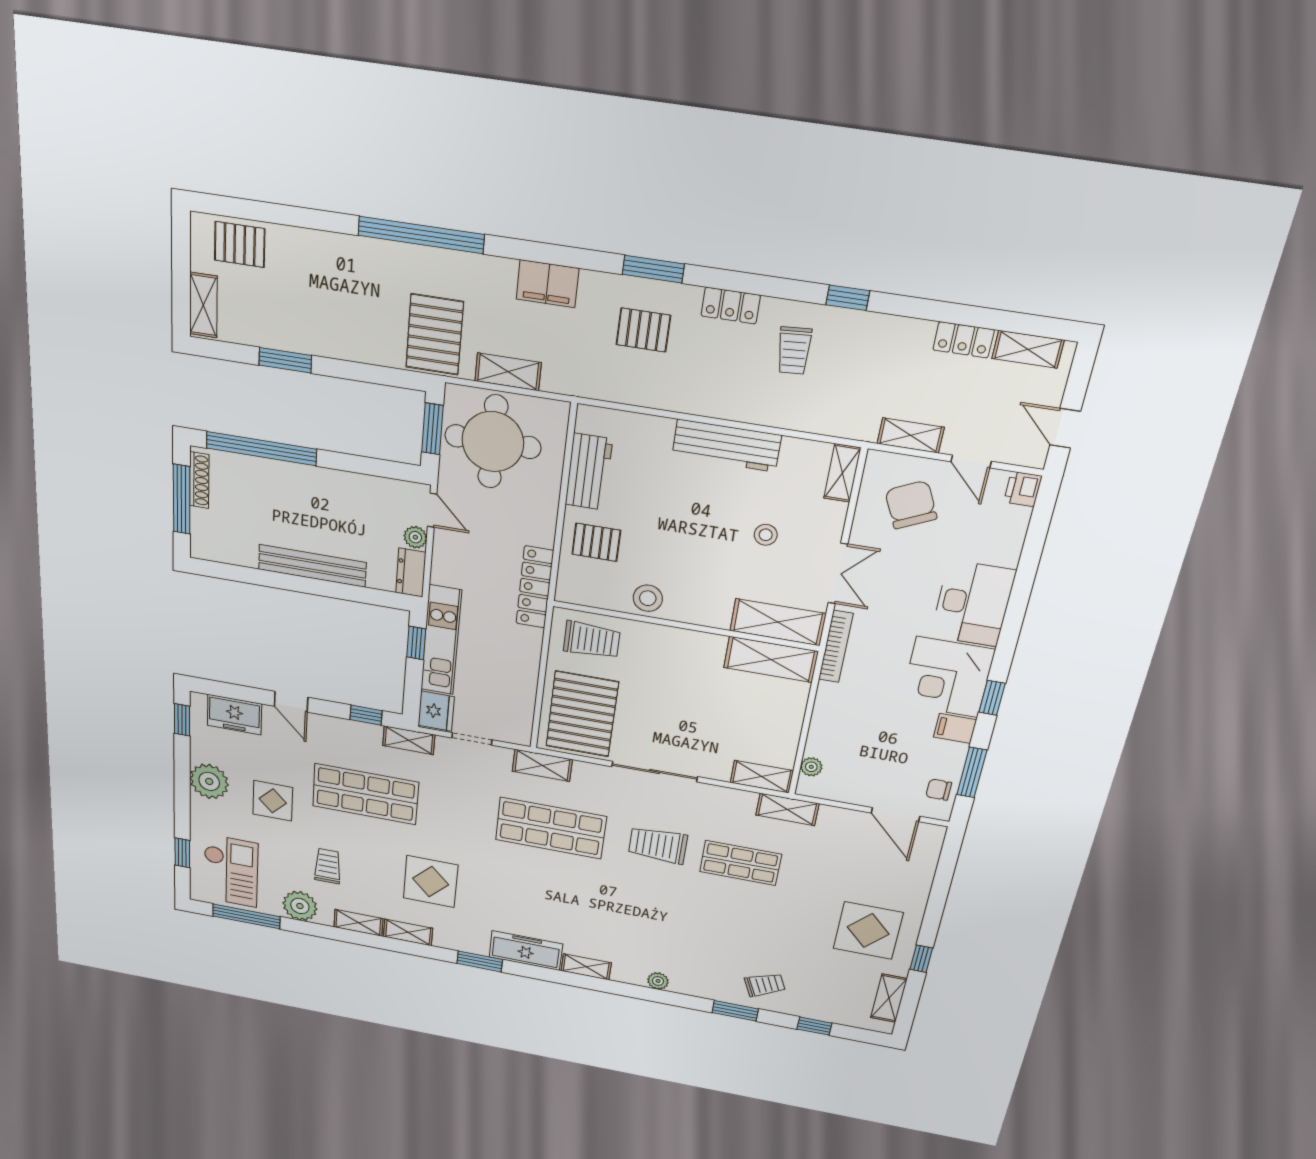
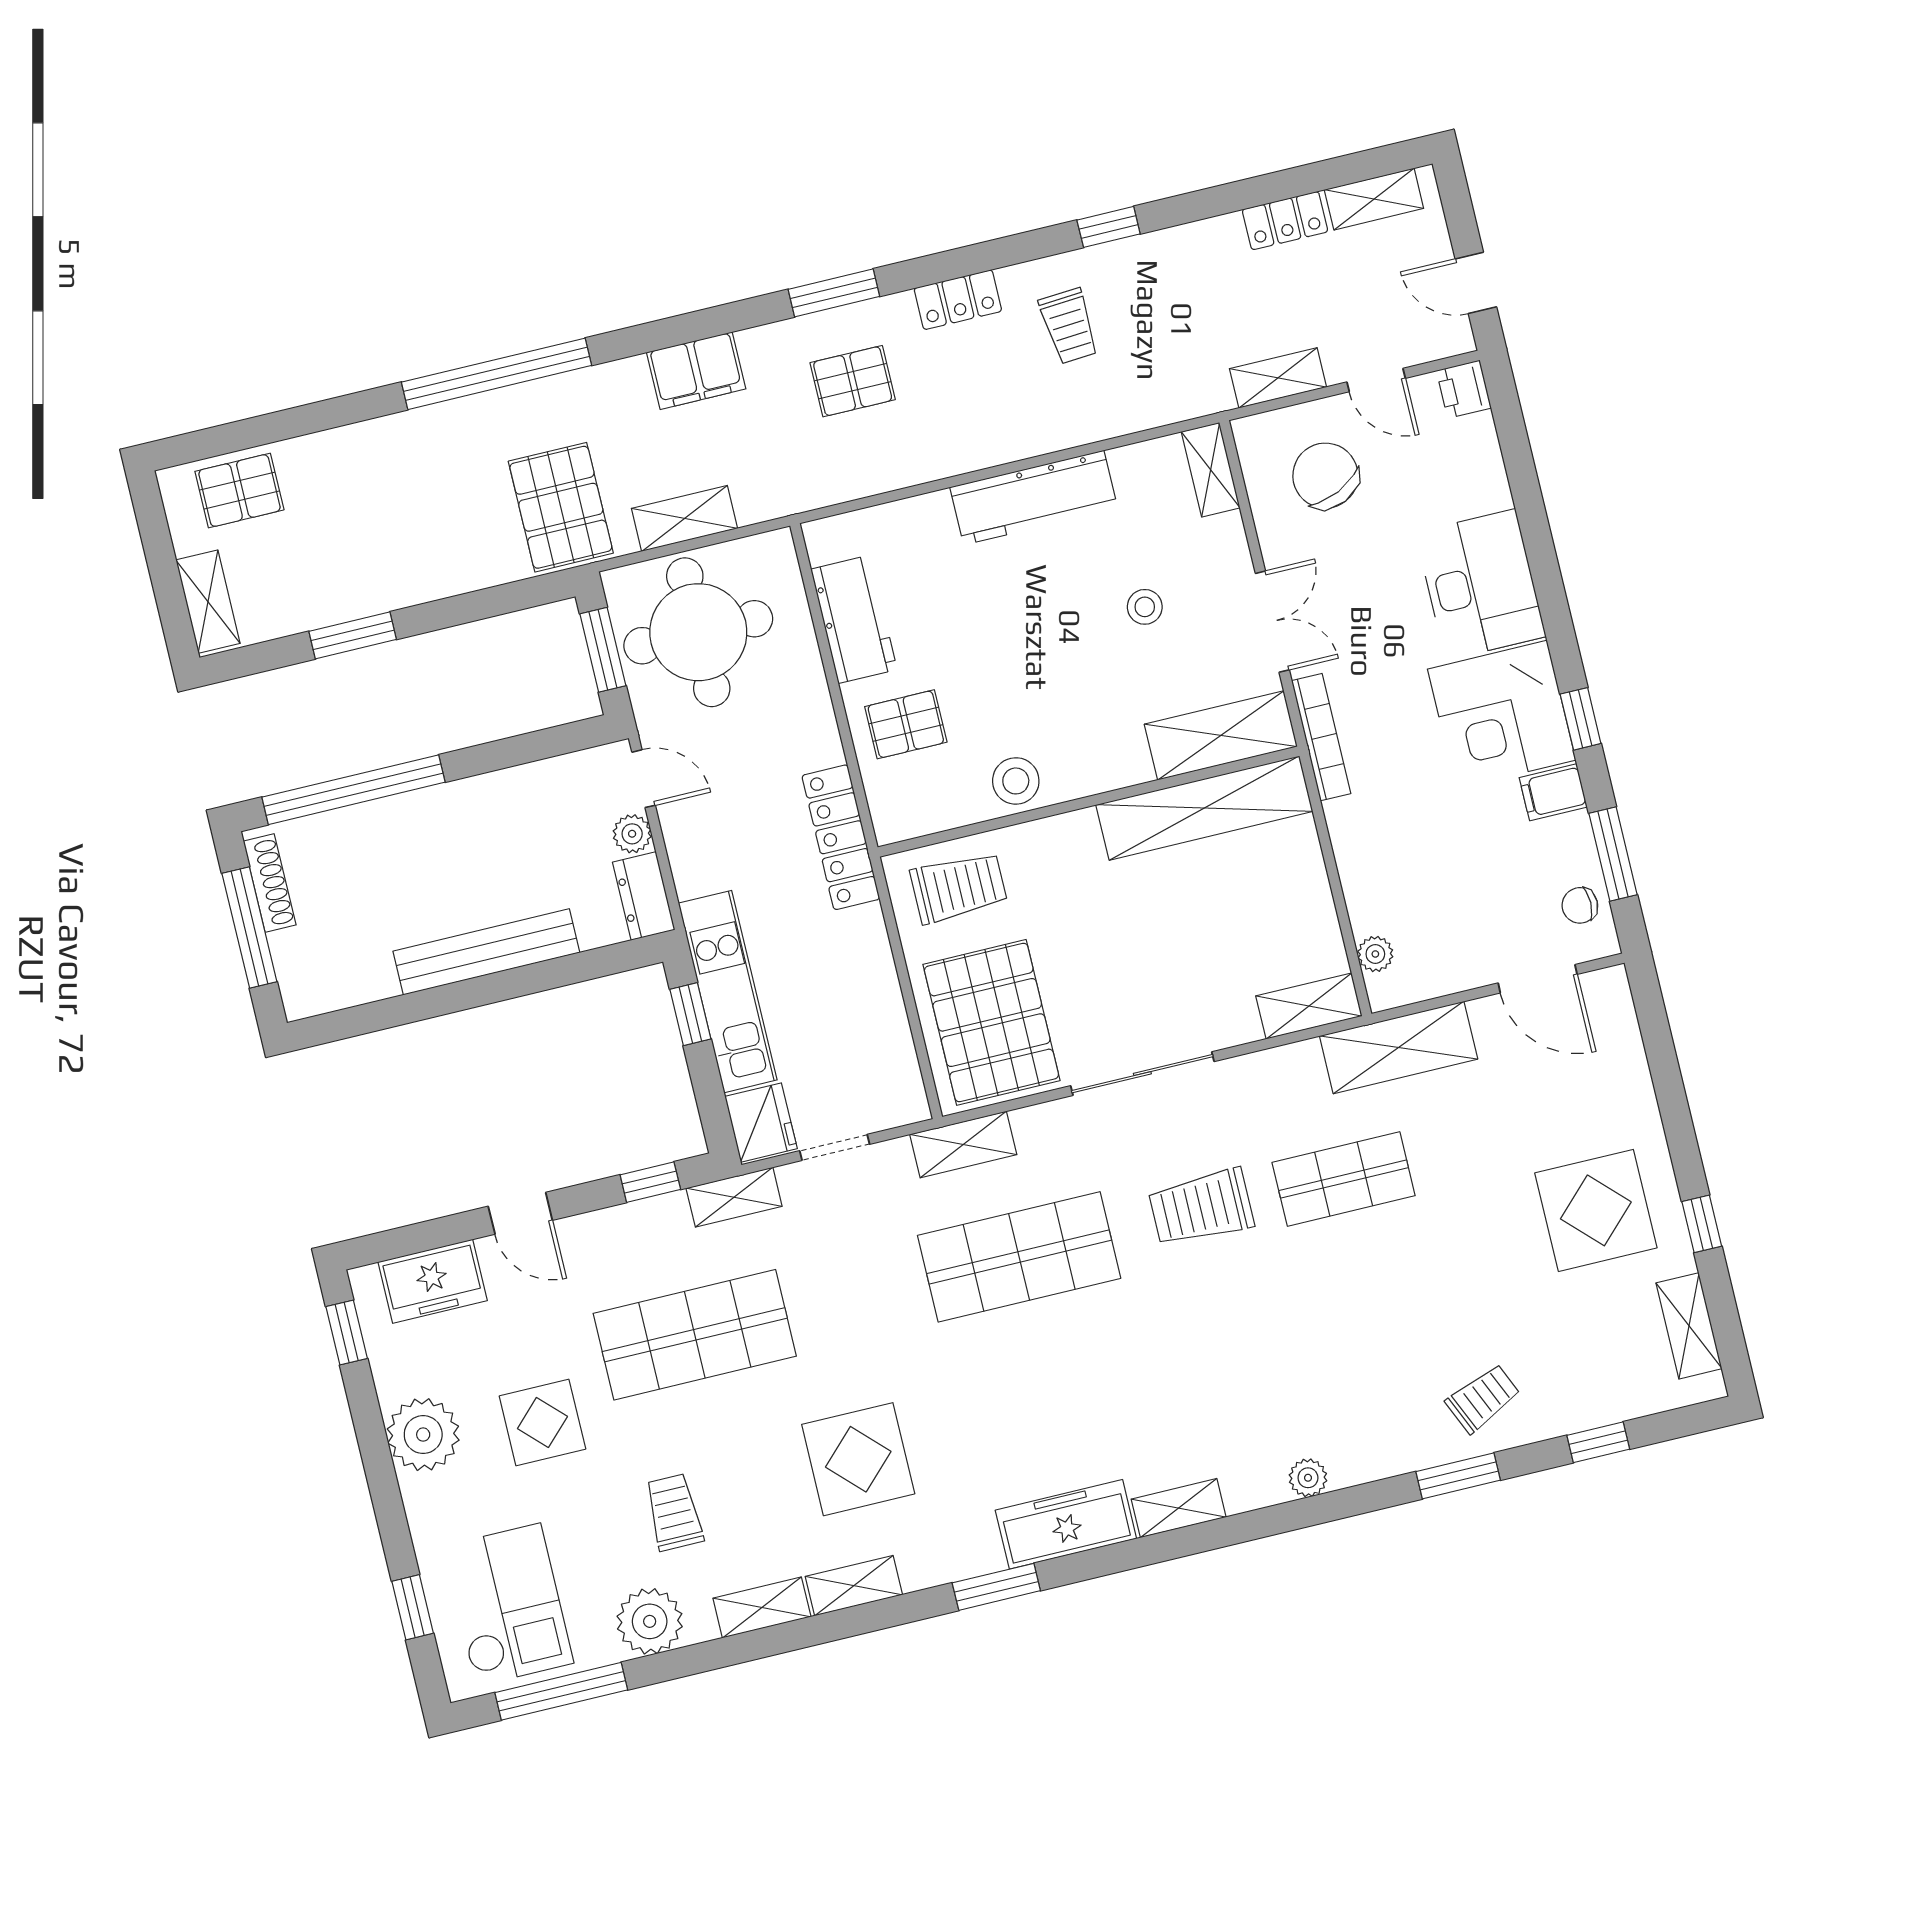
shelving: (771, 659) -> (1204, 808), width x1.47
shelving: (787, 809) -> (1399, 1048), width x1.50, depth x1.33

